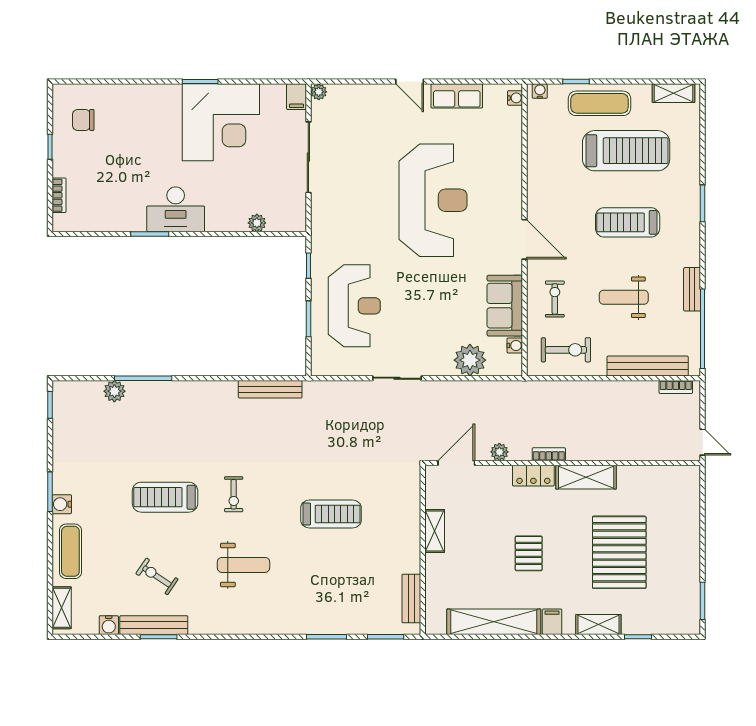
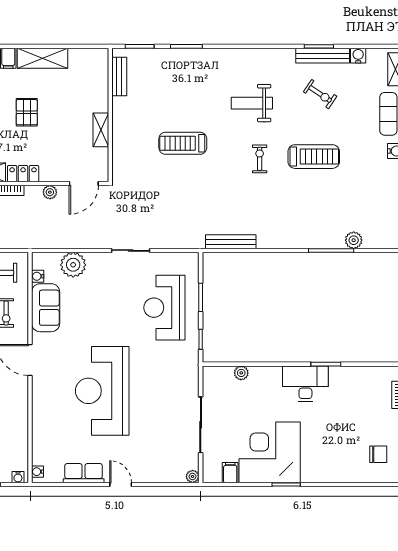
filing cabinet: (297, 97) -> (230, 473), moved
shelving: (494, 622) -> (43, 58), width x0.68

